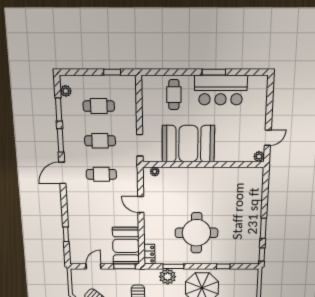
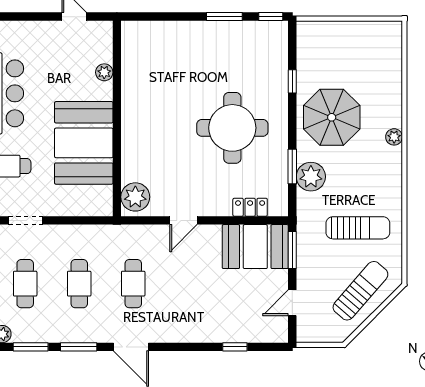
doorway: (140, 145) -> (26, 220), moved
plant: (259, 156) -> (104, 72), moved
plant: (155, 171) -> (135, 197), width x1.88, depth x1.88
locker: (149, 254) -> (250, 207), moved
door: (94, 266) -> (292, 303), hinge flipped

